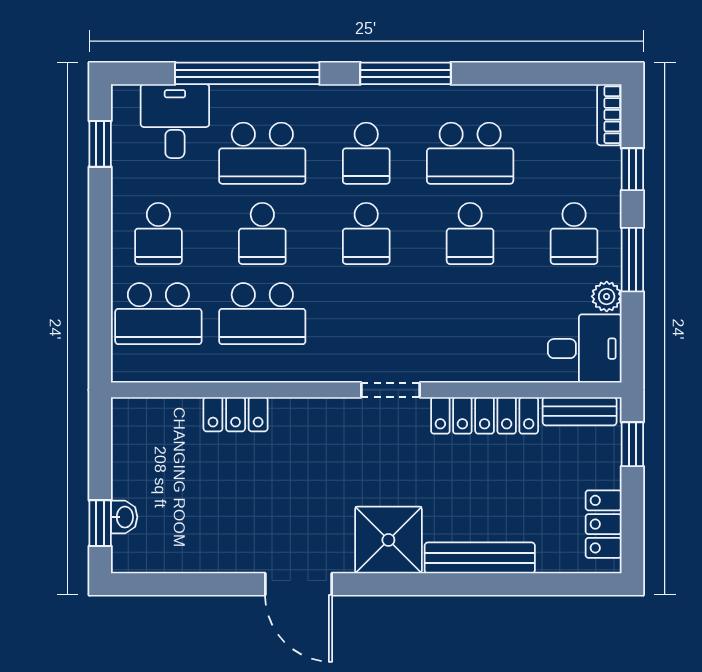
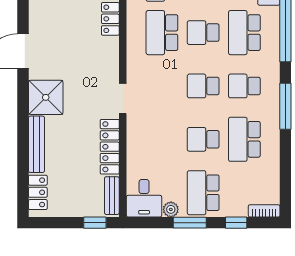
school desk: (574, 233) -> (203, 193), width x1.85
locker: (604, 524) -> (38, 192), moved, turned 90

